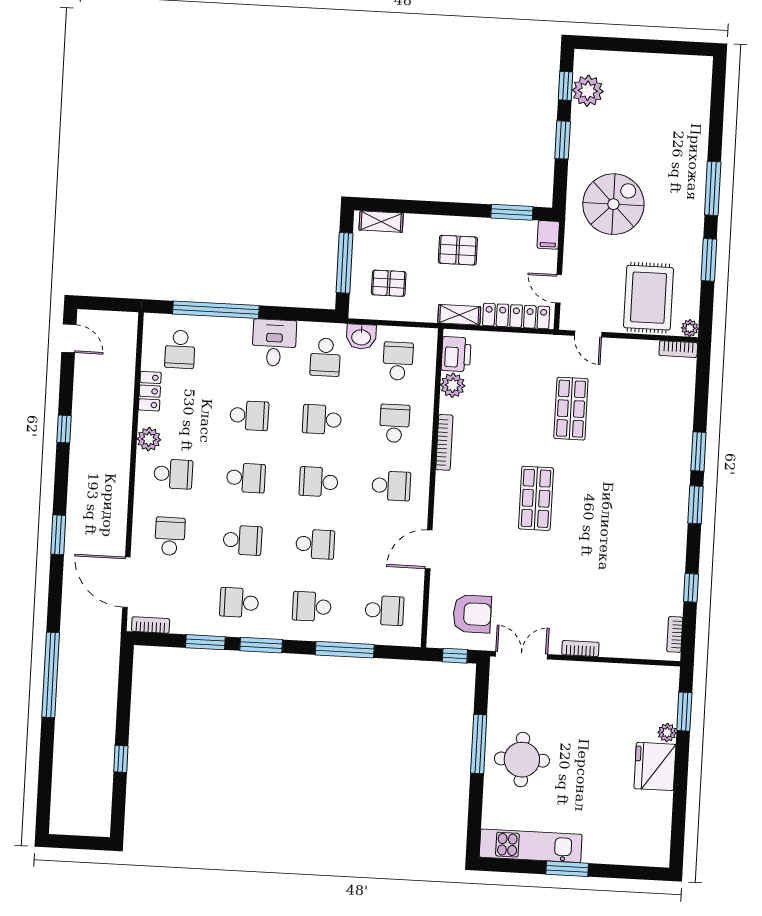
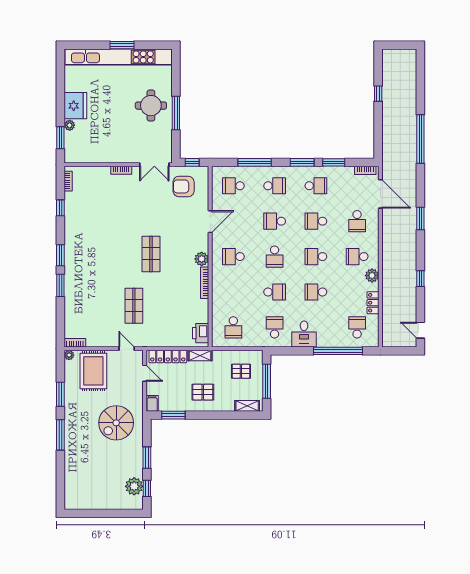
washbasin: (361, 337) -> (255, 340), removed
plant: (453, 385) -> (202, 259), moved
school desk: (395, 423) -> (233, 292), removed
school desk: (319, 482) -> (275, 257), turned 90
kitchen unit: (531, 846) -> (119, 57), width x1.86

